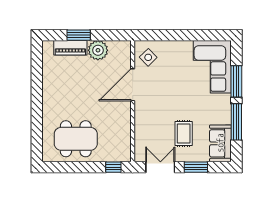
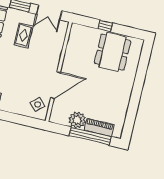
window: (79, 35) -> (90, 136), width x2.11
dining table: (76, 139) -> (113, 52), turned 90
window: (113, 167) -> (105, 26), moved

